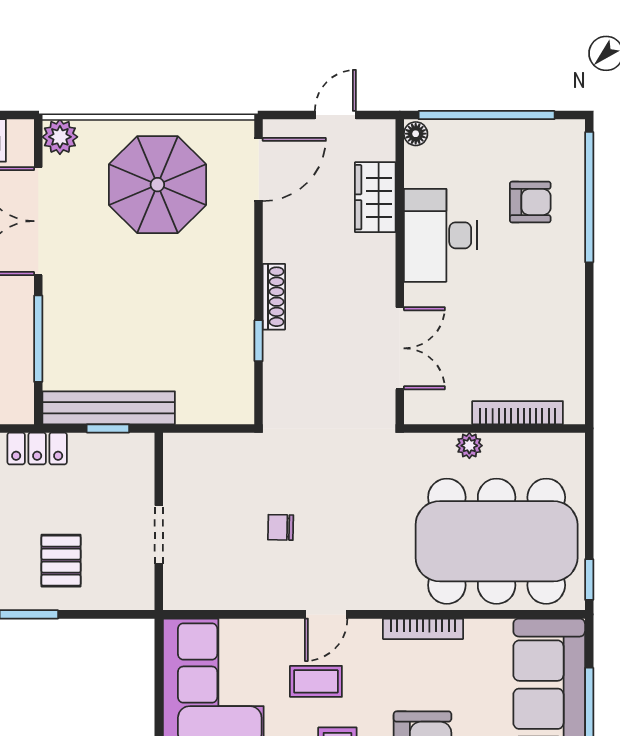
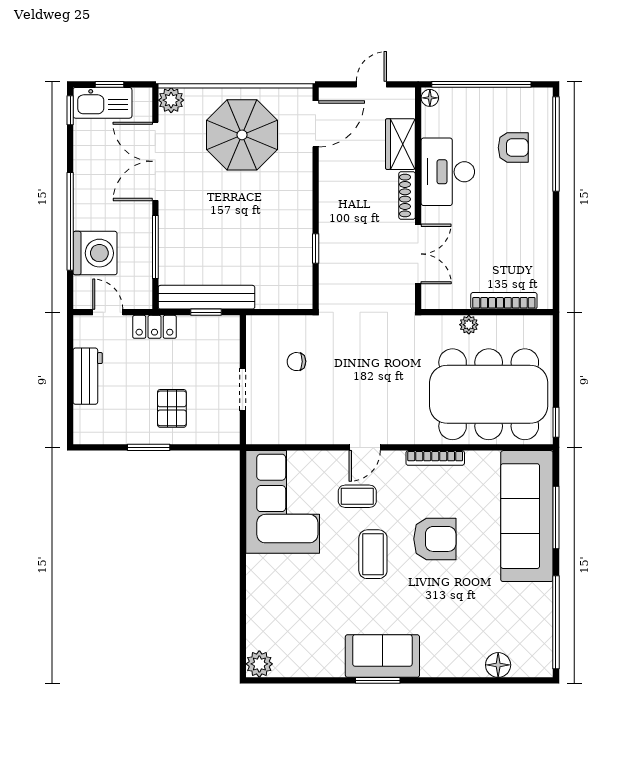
shoe rack: (274, 297) -> (407, 195), moved, turned 180
chair: (281, 527) -> (296, 362), moved

